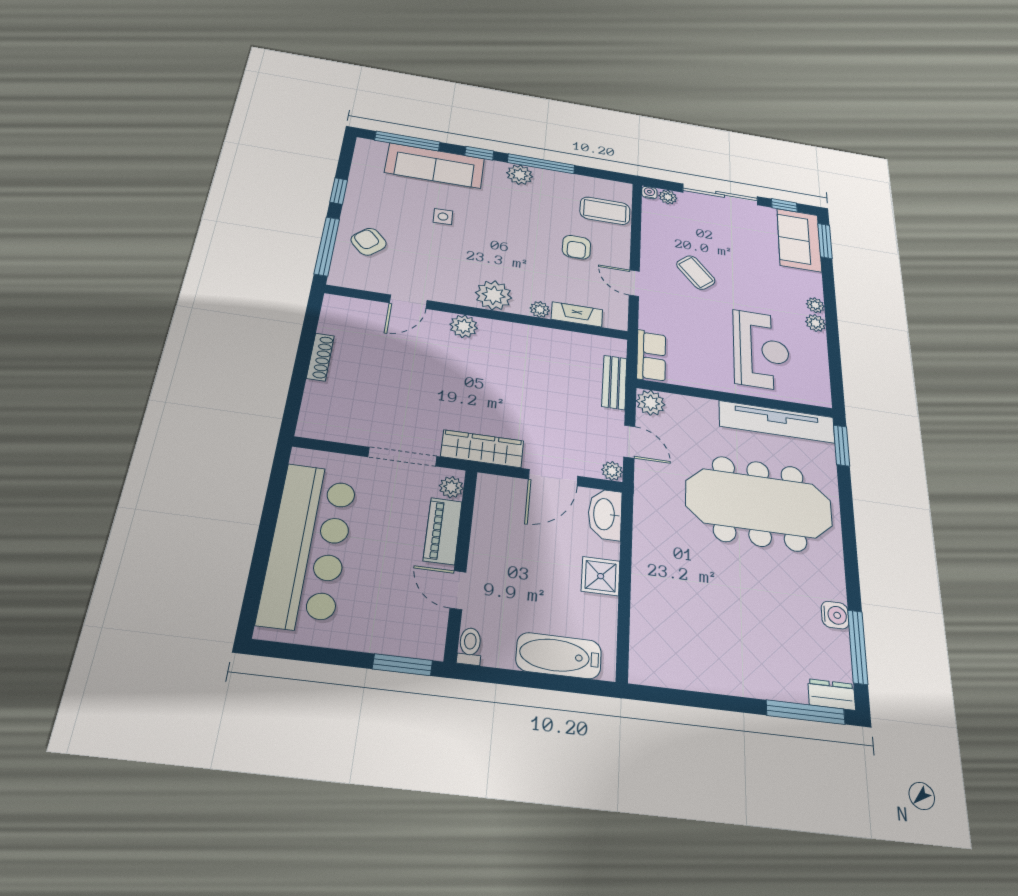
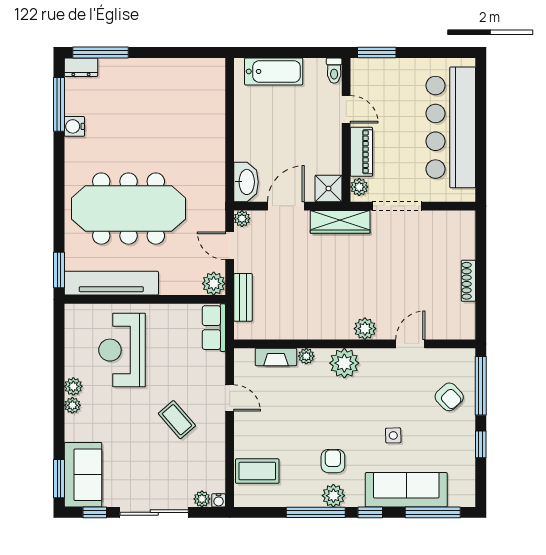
armchair: (576, 247) -> (333, 461), moved
shower: (601, 576) -> (329, 189), moved

